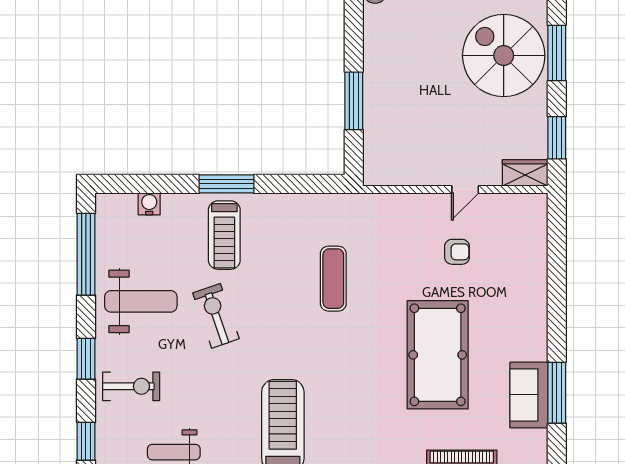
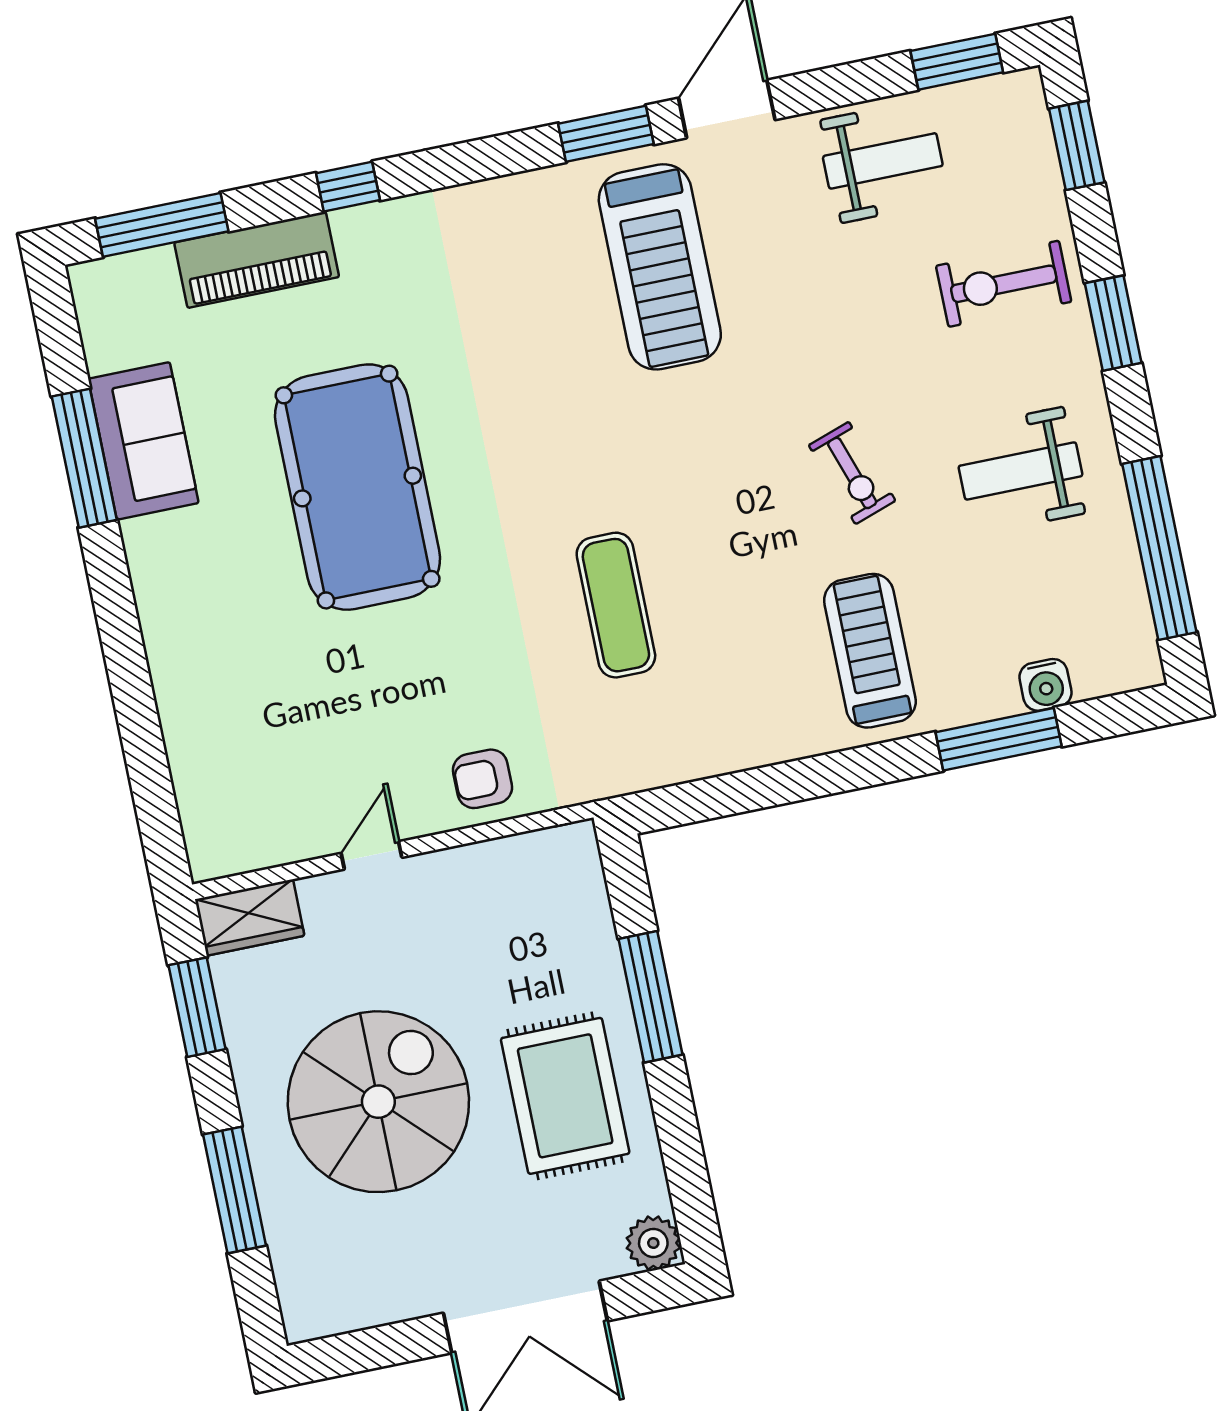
spiral stairs: (504, 56) -> (378, 1102), moved, turned -90
rug: (401, 65) -> (565, 1096), added
window: (227, 184) -> (999, 739), moved
armchair: (457, 252) -> (483, 779), moved
weight bench: (141, 301) -> (1020, 471), width x0.73, depth x0.75
exercise bike: (216, 316) -> (852, 473), width x0.73, depth x0.72

